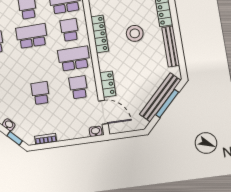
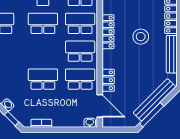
school desk: (70, 30) -> (80, 23), width x1.85
school desk: (78, 87) -> (80, 79), width x1.85
school desk: (40, 93) -> (43, 79), width x1.85
window: (167, 104) -> (152, 115), moved

